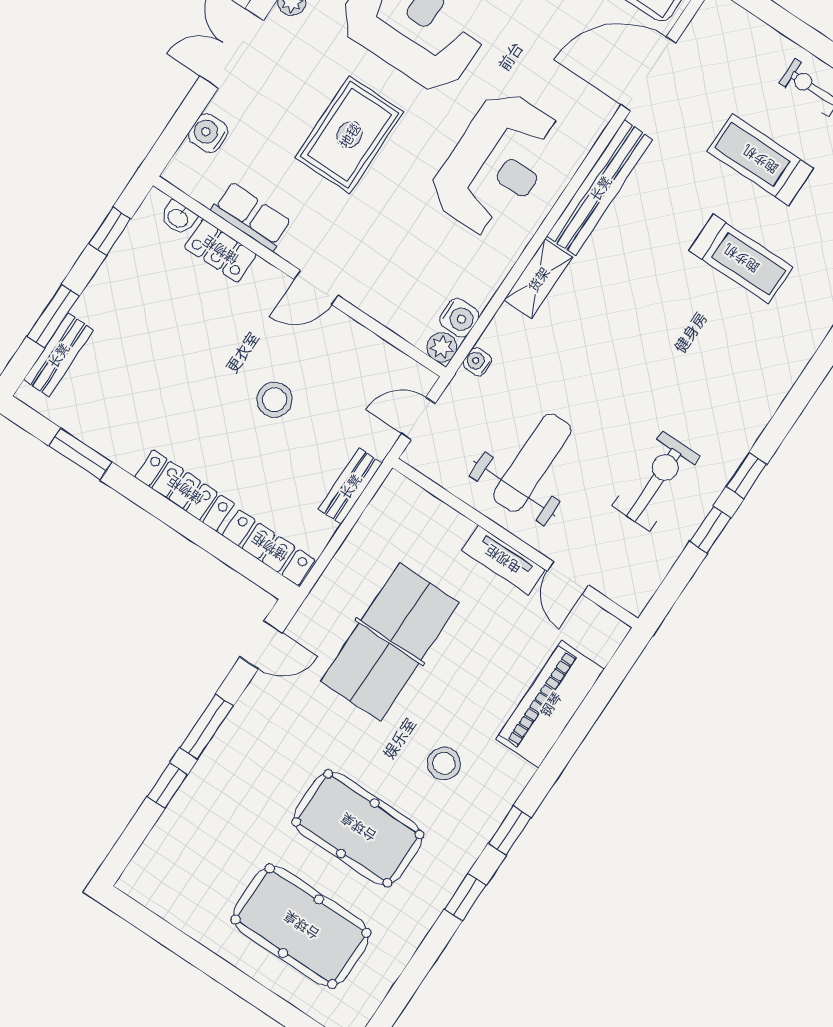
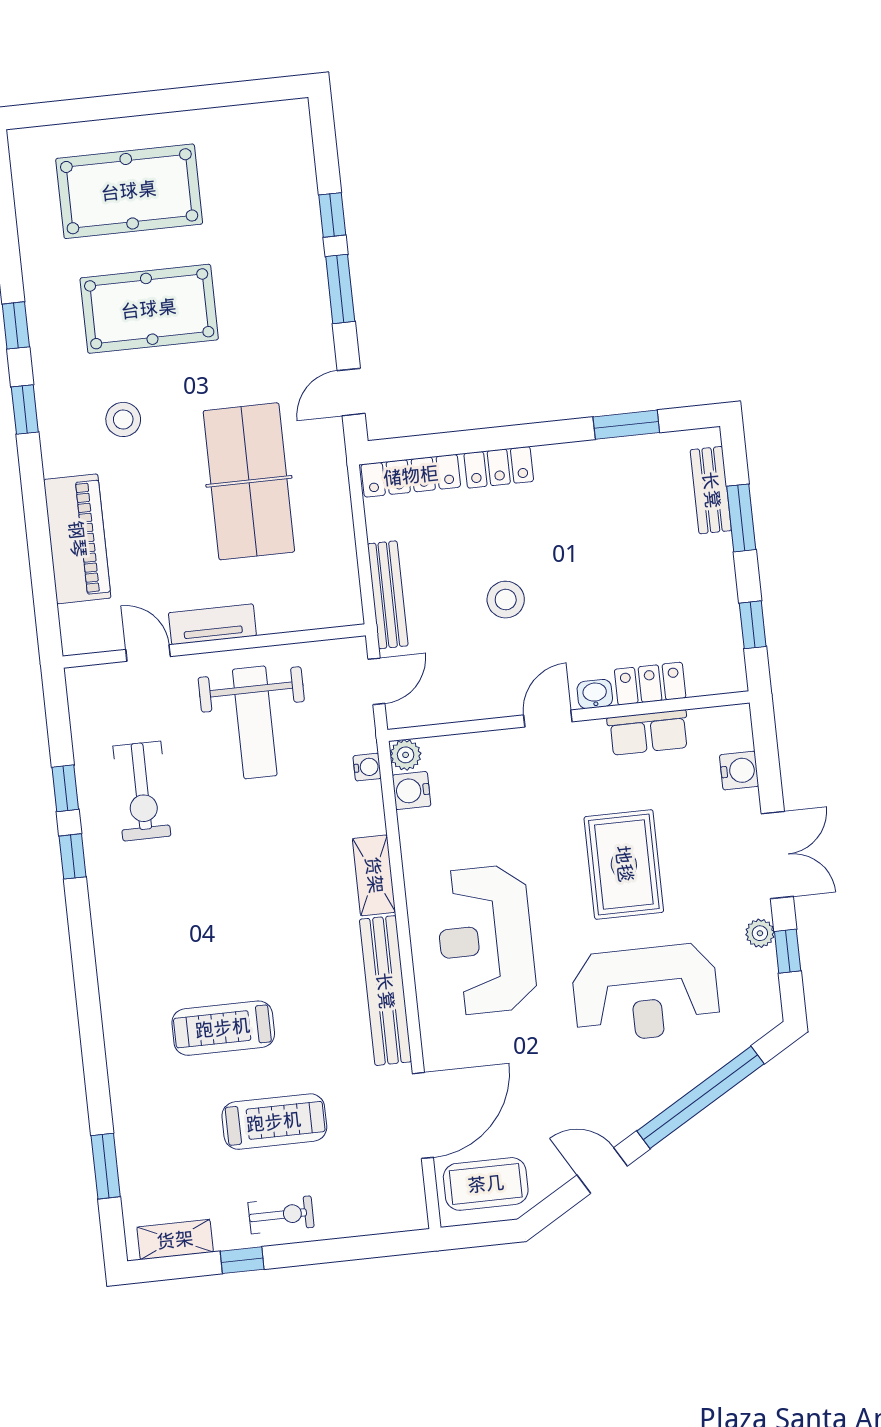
washbasin: (178, 218) -> (595, 694), moved
bench: (350, 486) -> (388, 595), width x1.36
locker: (185, 491) -> (499, 467), width x0.66

